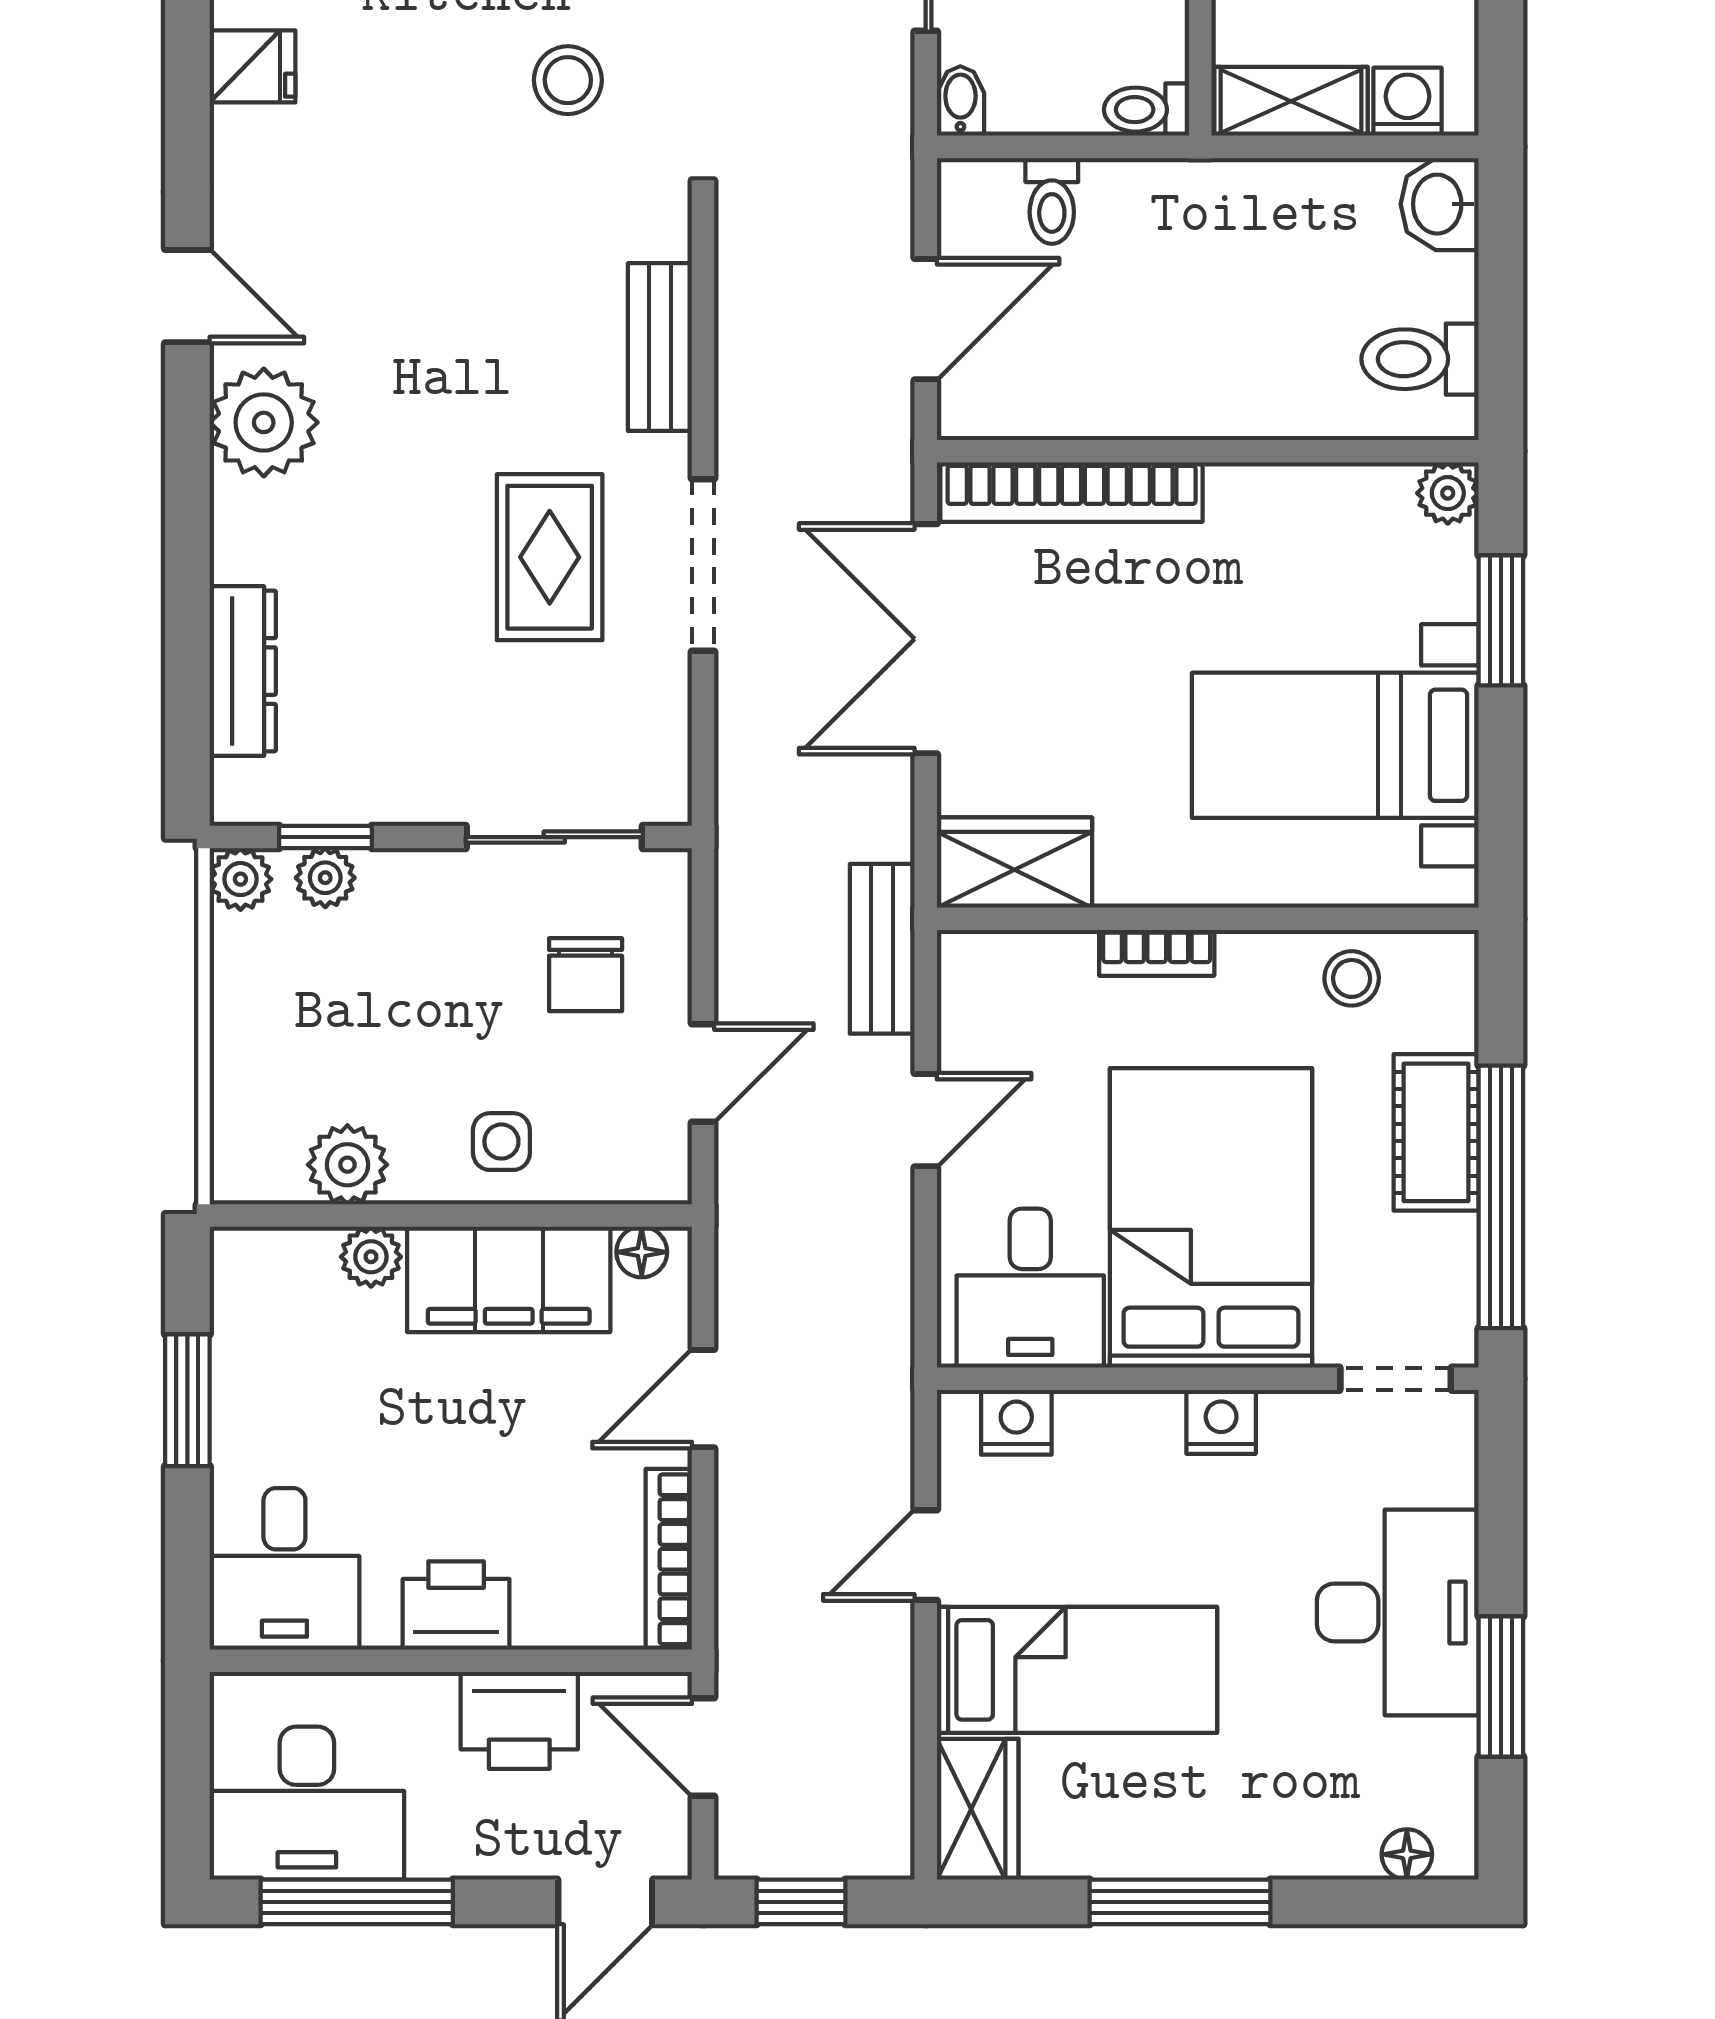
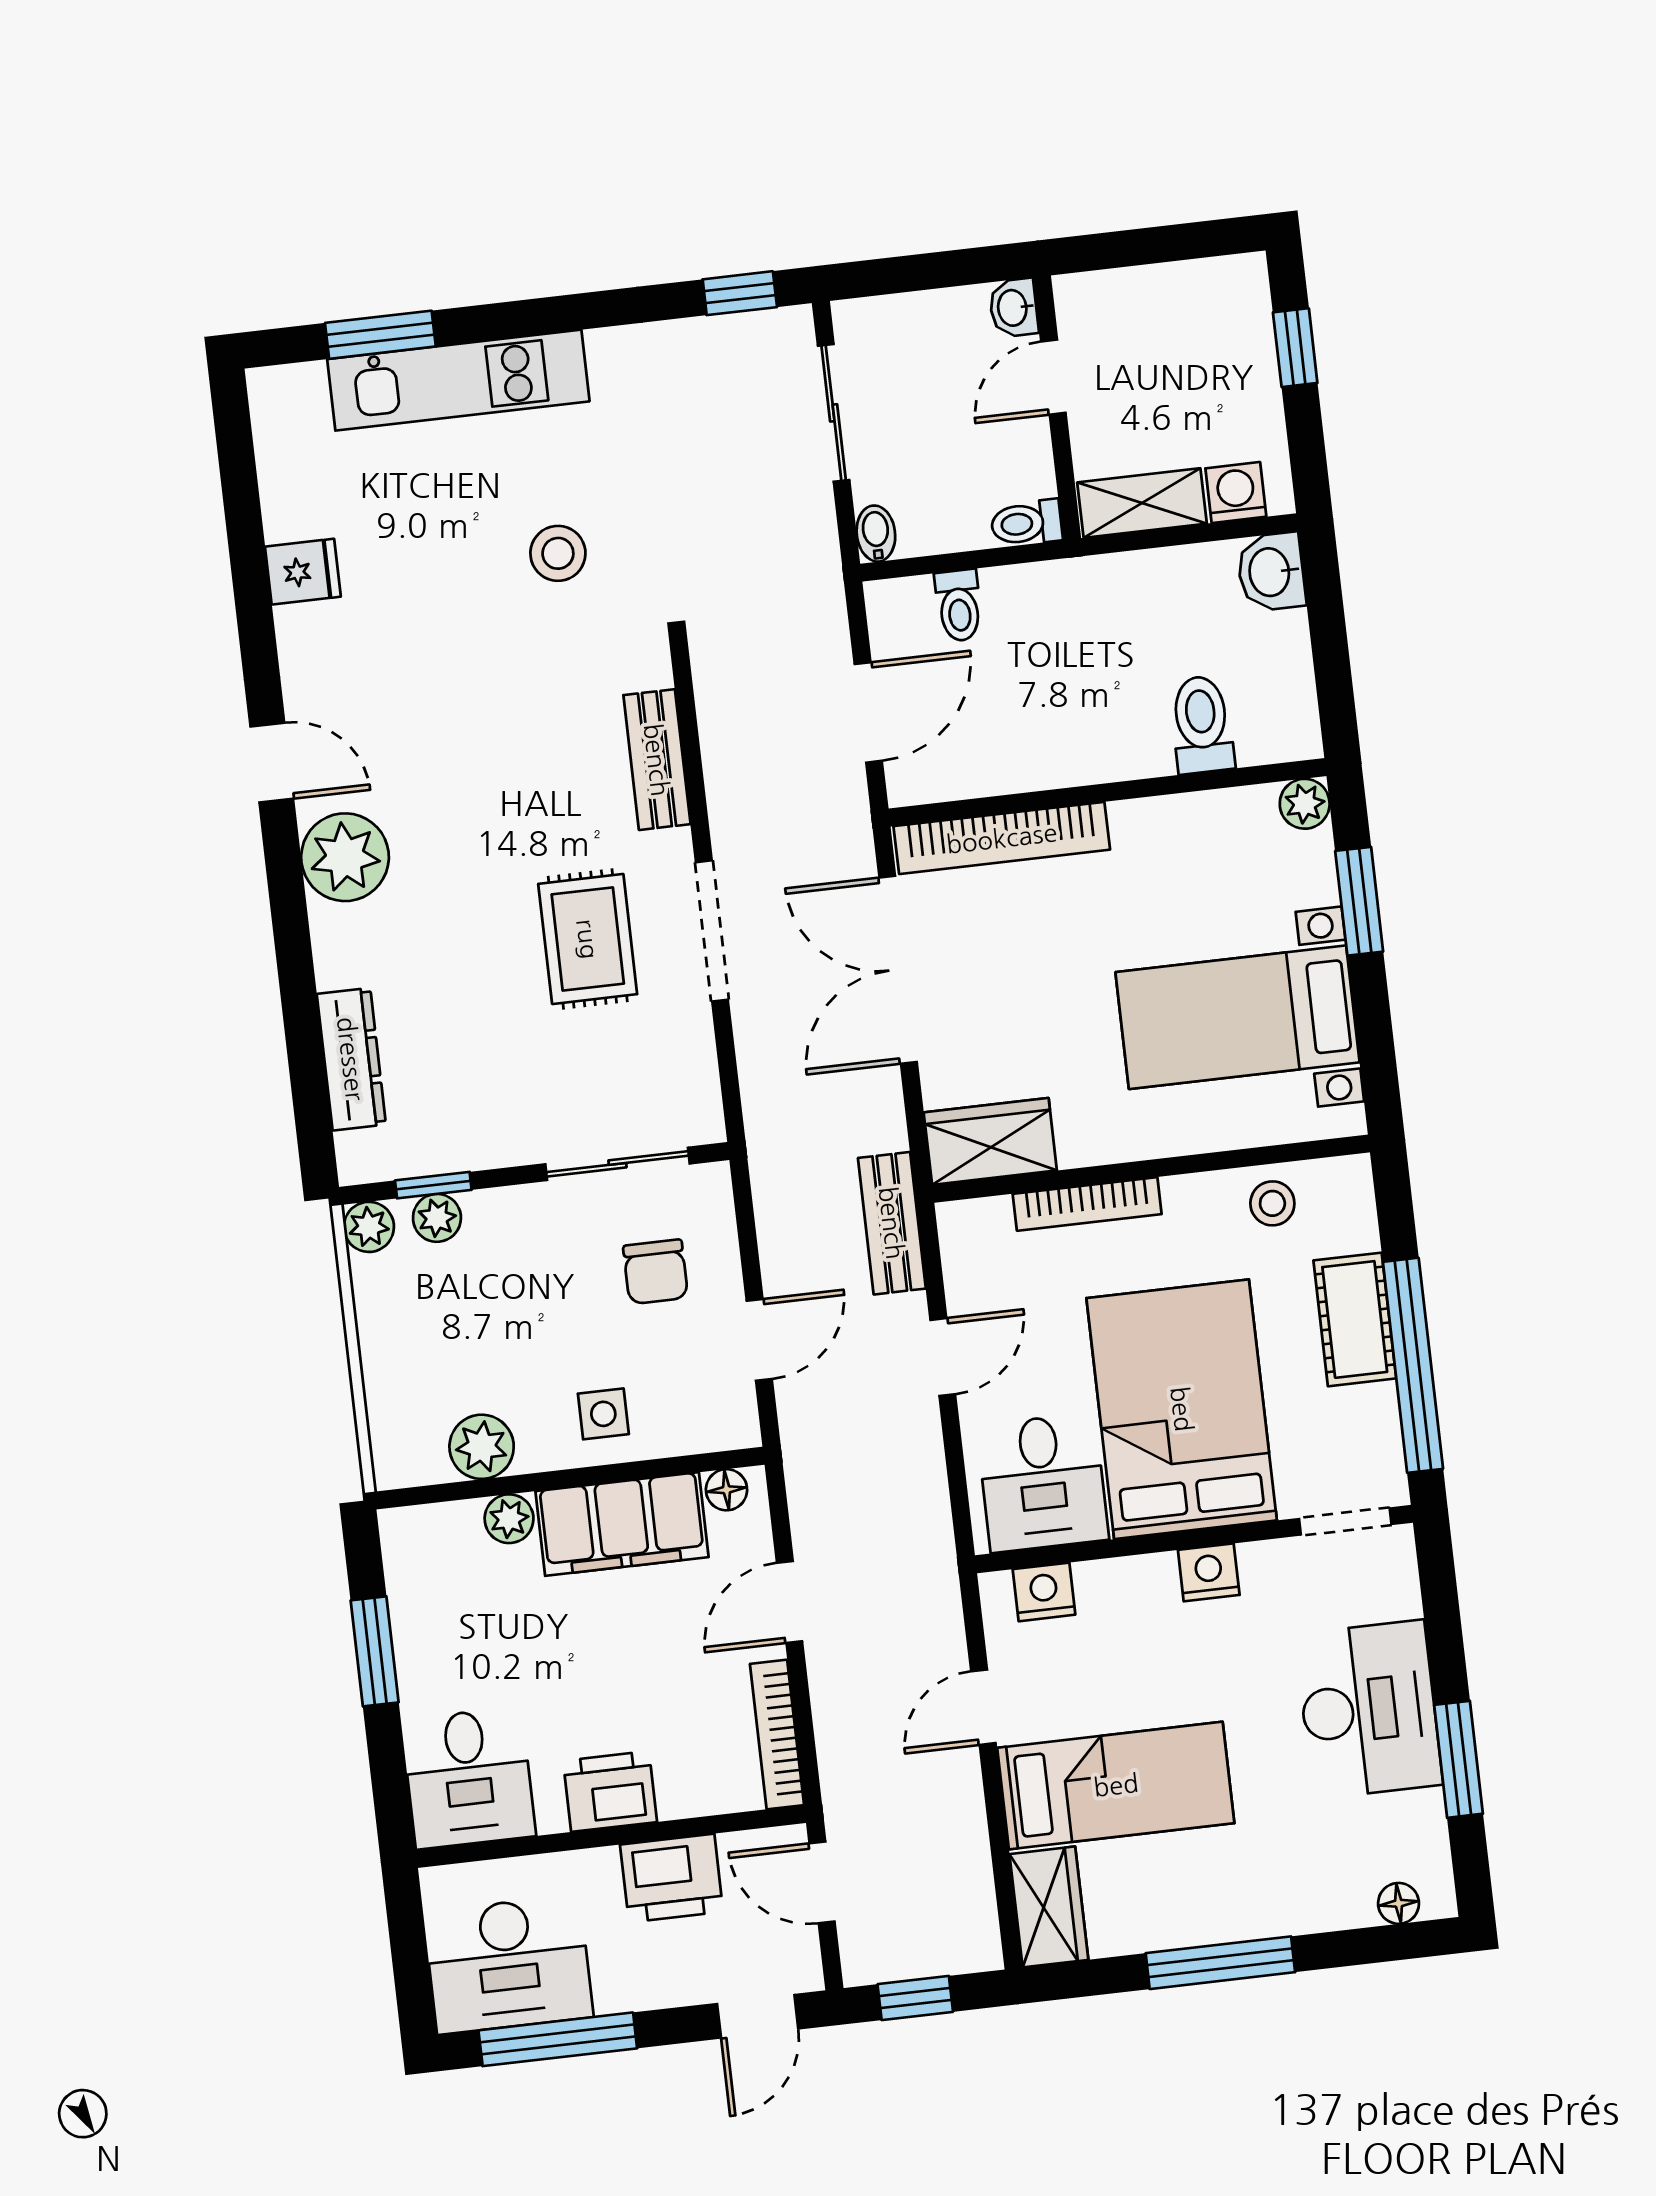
toilet: (1420, 359) -> (1202, 725), moved, turned 90
bookcase: (1157, 953) -> (1087, 1204), width x1.56

